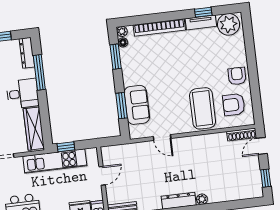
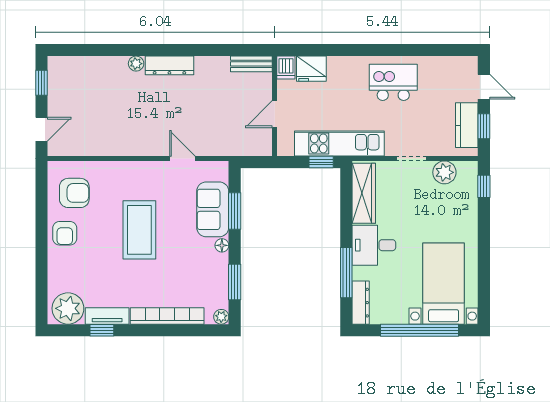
floor lamp: (123, 42) -> (222, 245), moved
coffee table: (203, 108) -> (139, 230), moved
shoe rack: (242, 135) -> (68, 149), removed

